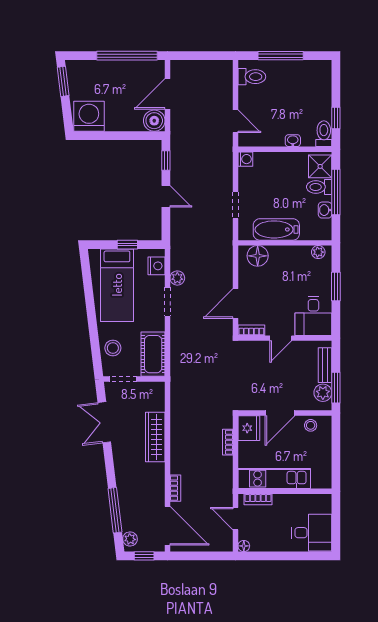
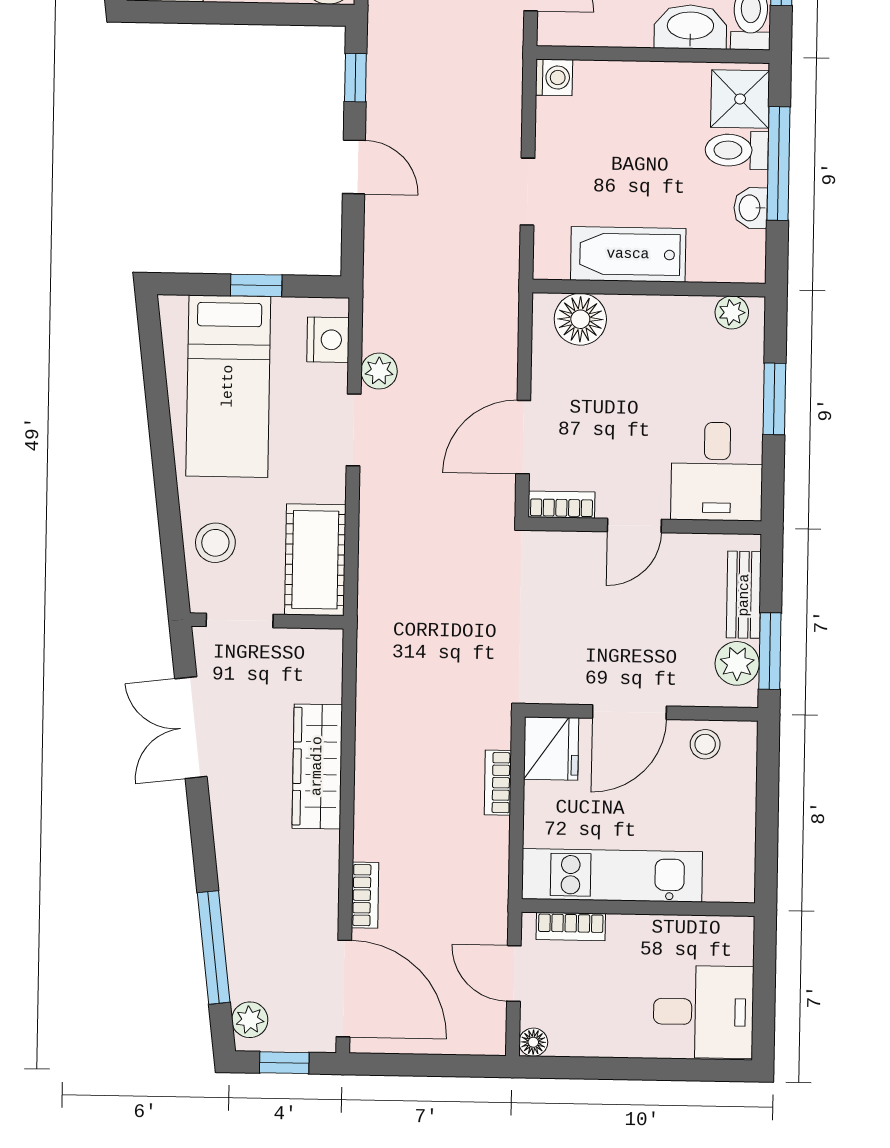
washbasin: (293, 141) -> (690, 27), width x1.91, depth x1.45

